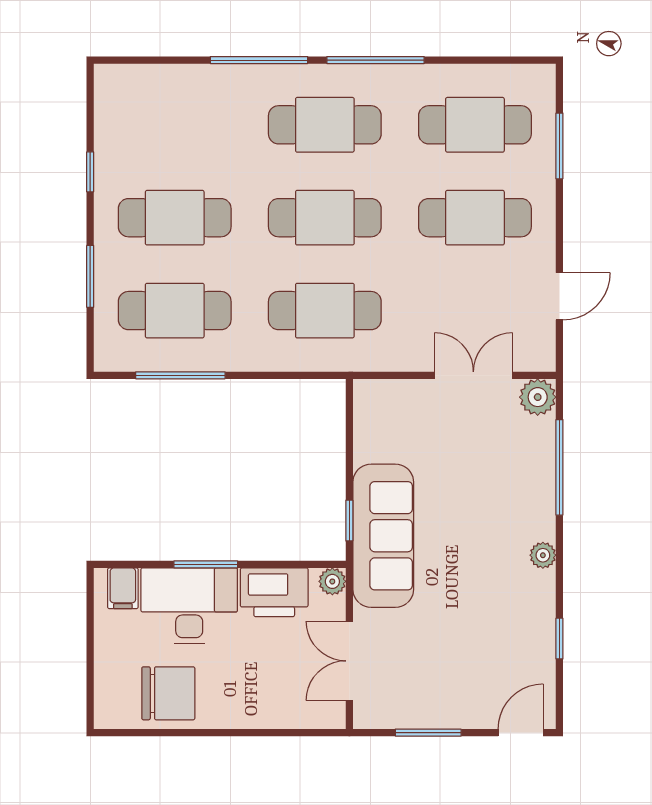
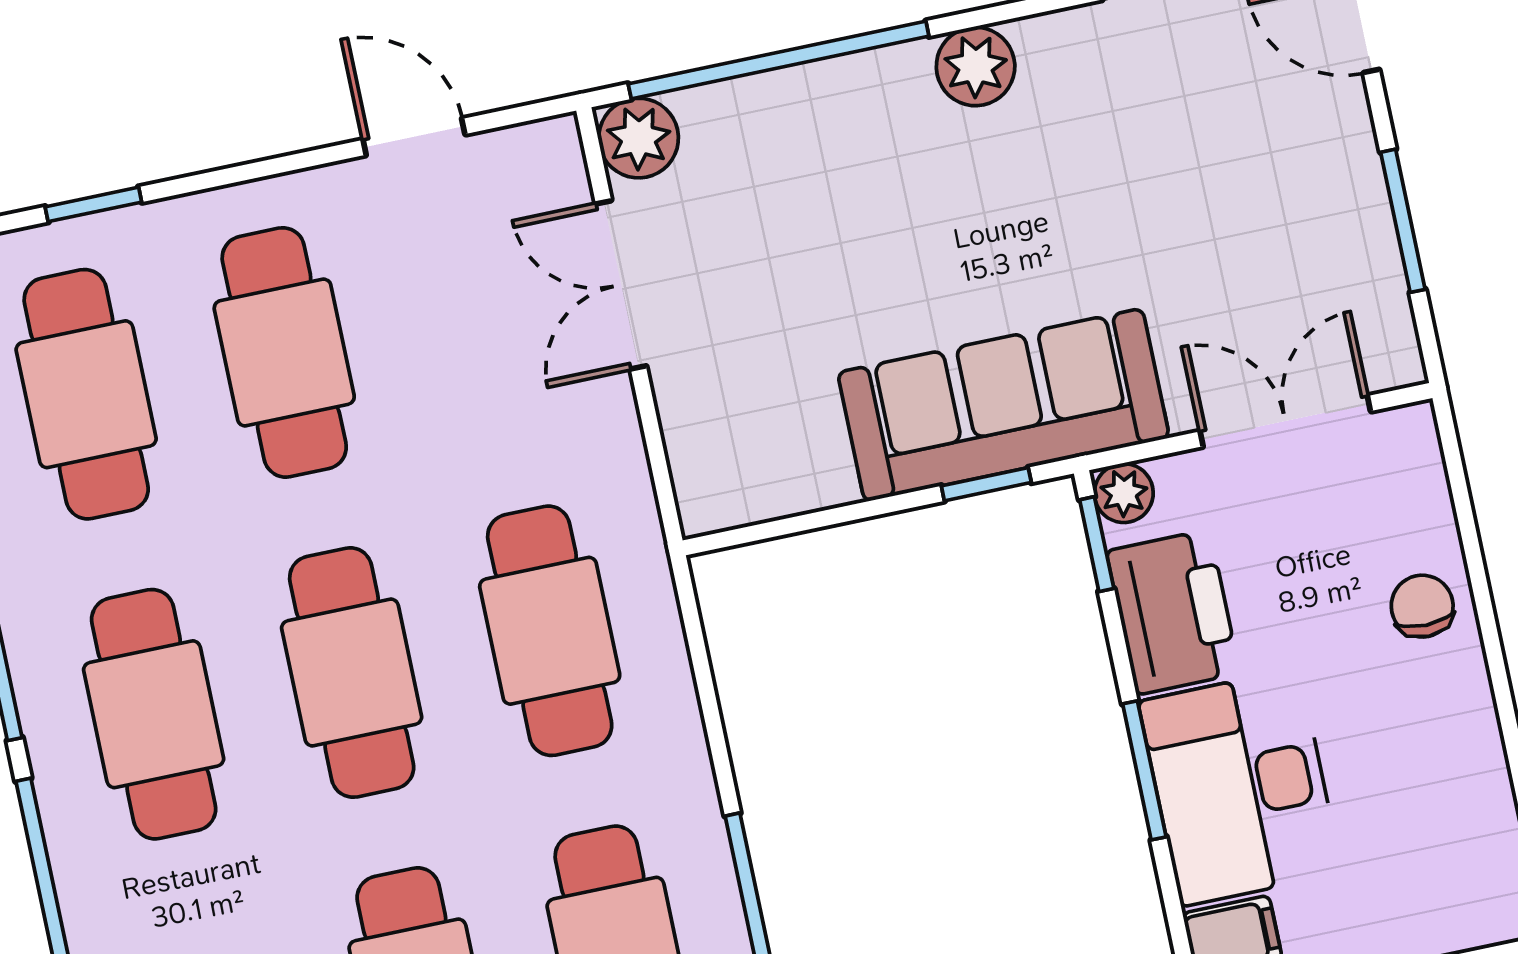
window: (559, 146) -> (93, 204), width x0.67
window: (559, 467) -> (779, 60), width x1.46
plant: (543, 555) -> (976, 66), width x1.38, depth x1.38
window: (312, 564) -> (1097, 544), added
double door: (349, 661) -> (1285, 421), swing flipped
chair: (168, 693) -> (1422, 606), moved, width x0.54, depth x0.54

